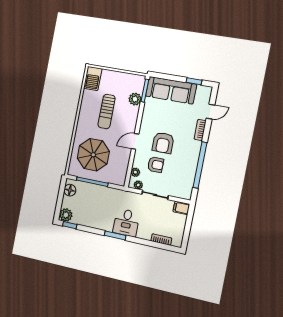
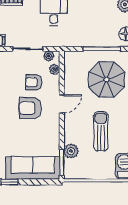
armchair: (163, 143) -> (30, 108), turned -90

